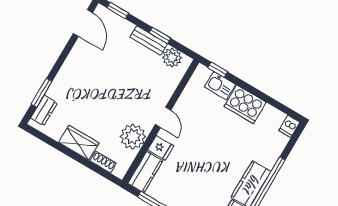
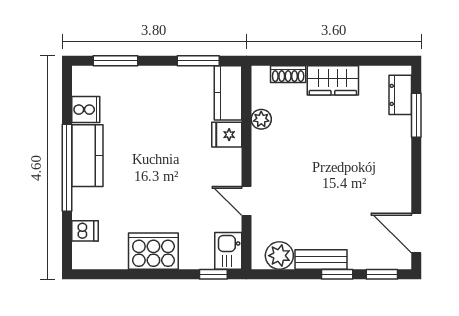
window: (160, 35) -> (337, 274), moved
kitchen sink: (220, 86) -> (228, 251), moved, turned -90
door: (163, 117) -> (246, 201), moved
dishwasher: (289, 126) -> (85, 231), moved, turned 90
plant: (133, 137) -> (261, 119), width x0.53, depth x0.53

